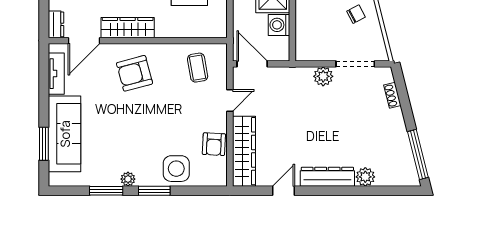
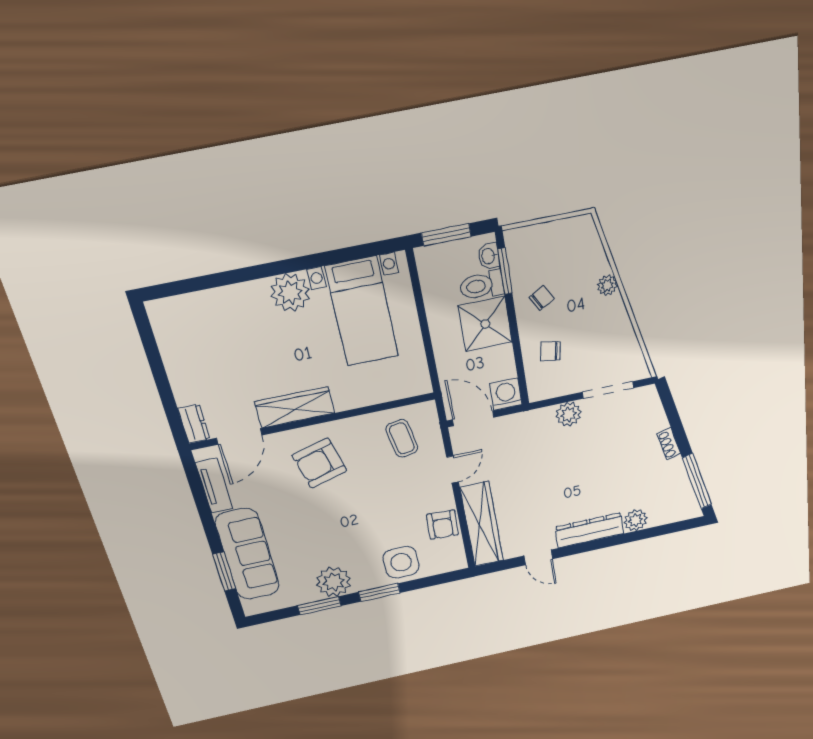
chair: (356, 14) -> (551, 351), moved, turned -142
washing machine: (279, 25) -> (506, 394), moved, turned 90
shoe rack: (392, 95) -> (669, 444), moved
plant: (128, 179) -> (334, 582), width x1.87, depth x1.87
door: (284, 191) -> (538, 557), swing flipped

